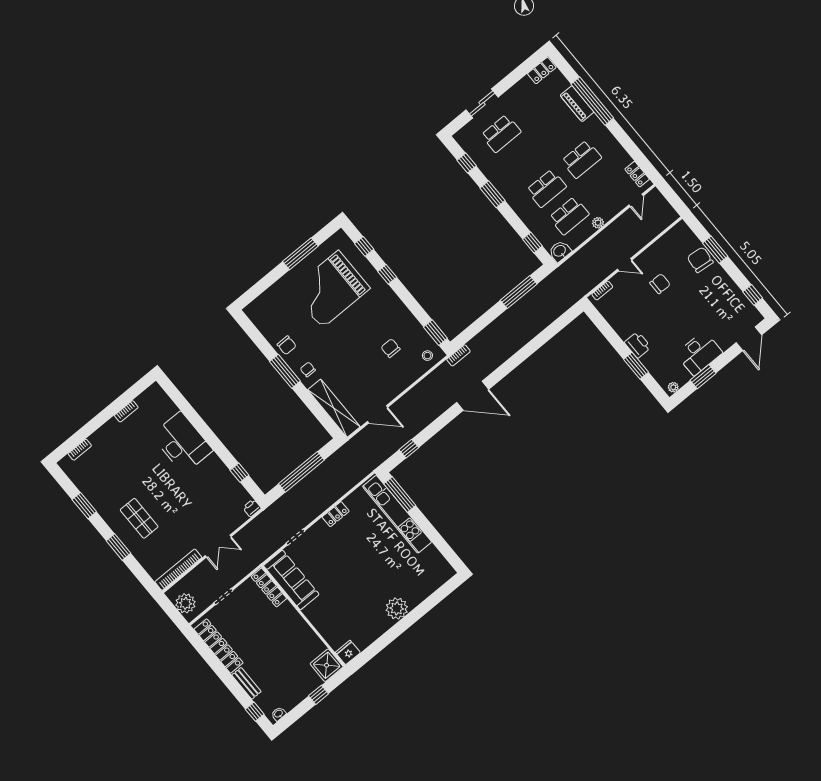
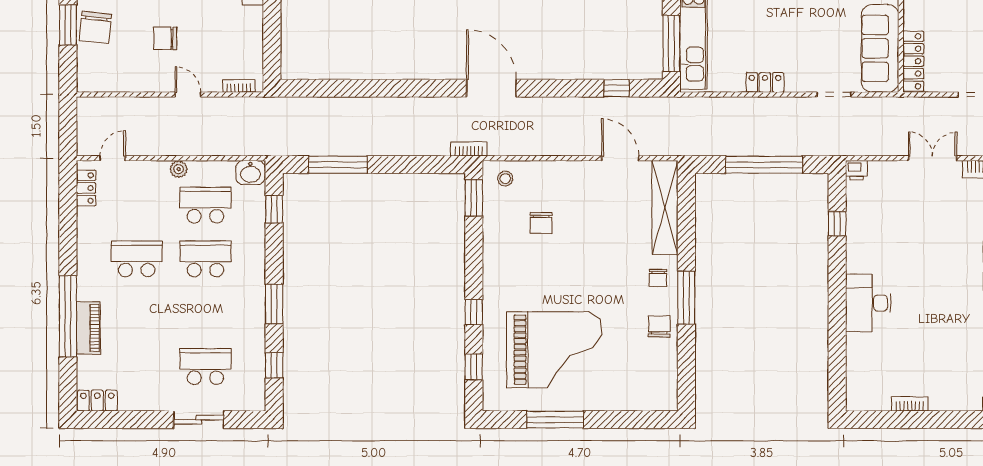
desk: (182, 443) -> (868, 303), width x0.73, depth x0.77

